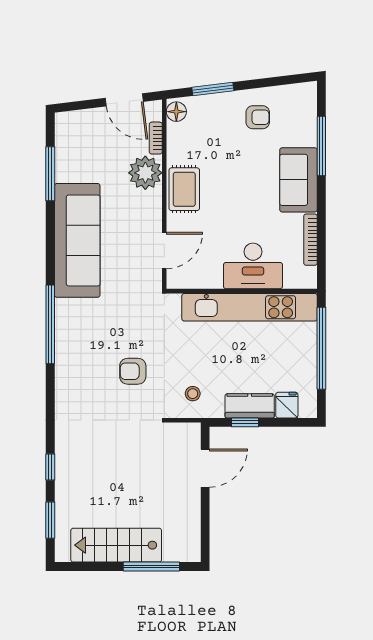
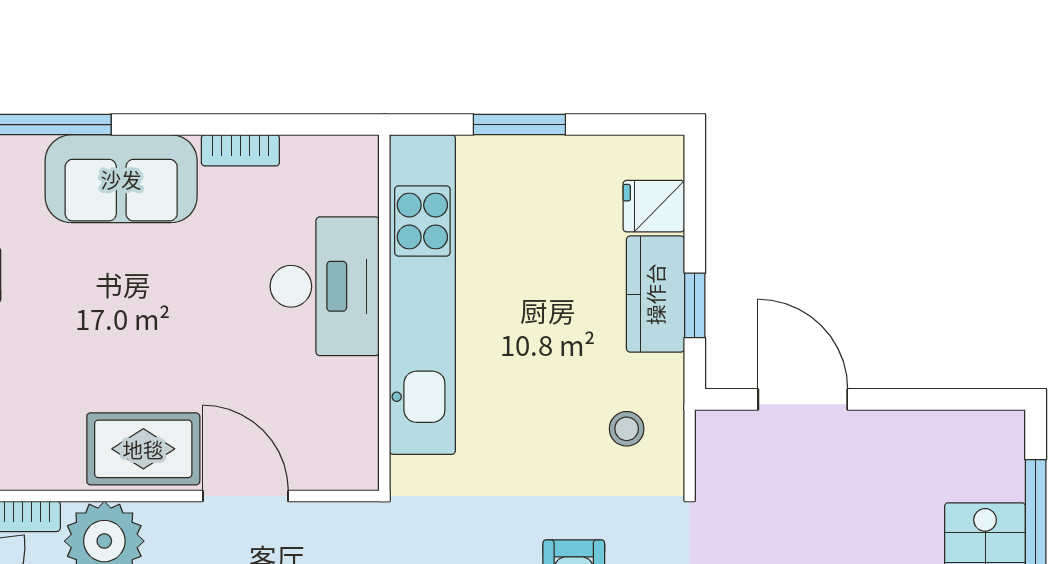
bookcase: (310, 240) -> (240, 150), width x0.64
door: (164, 250) -> (245, 496), moved
window: (321, 348) -> (519, 125), width x0.47

